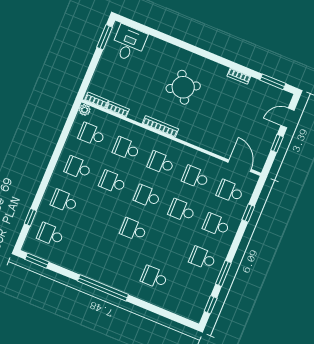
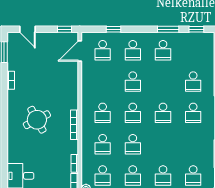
window: (277, 144) -> (65, 29), moved
school desk: (195, 177) -> (193, 113), moved

